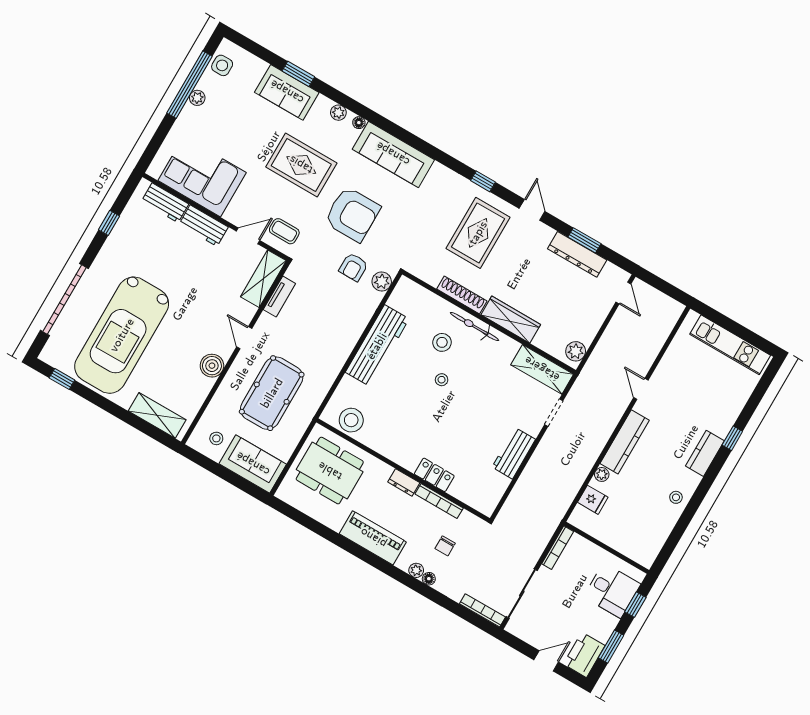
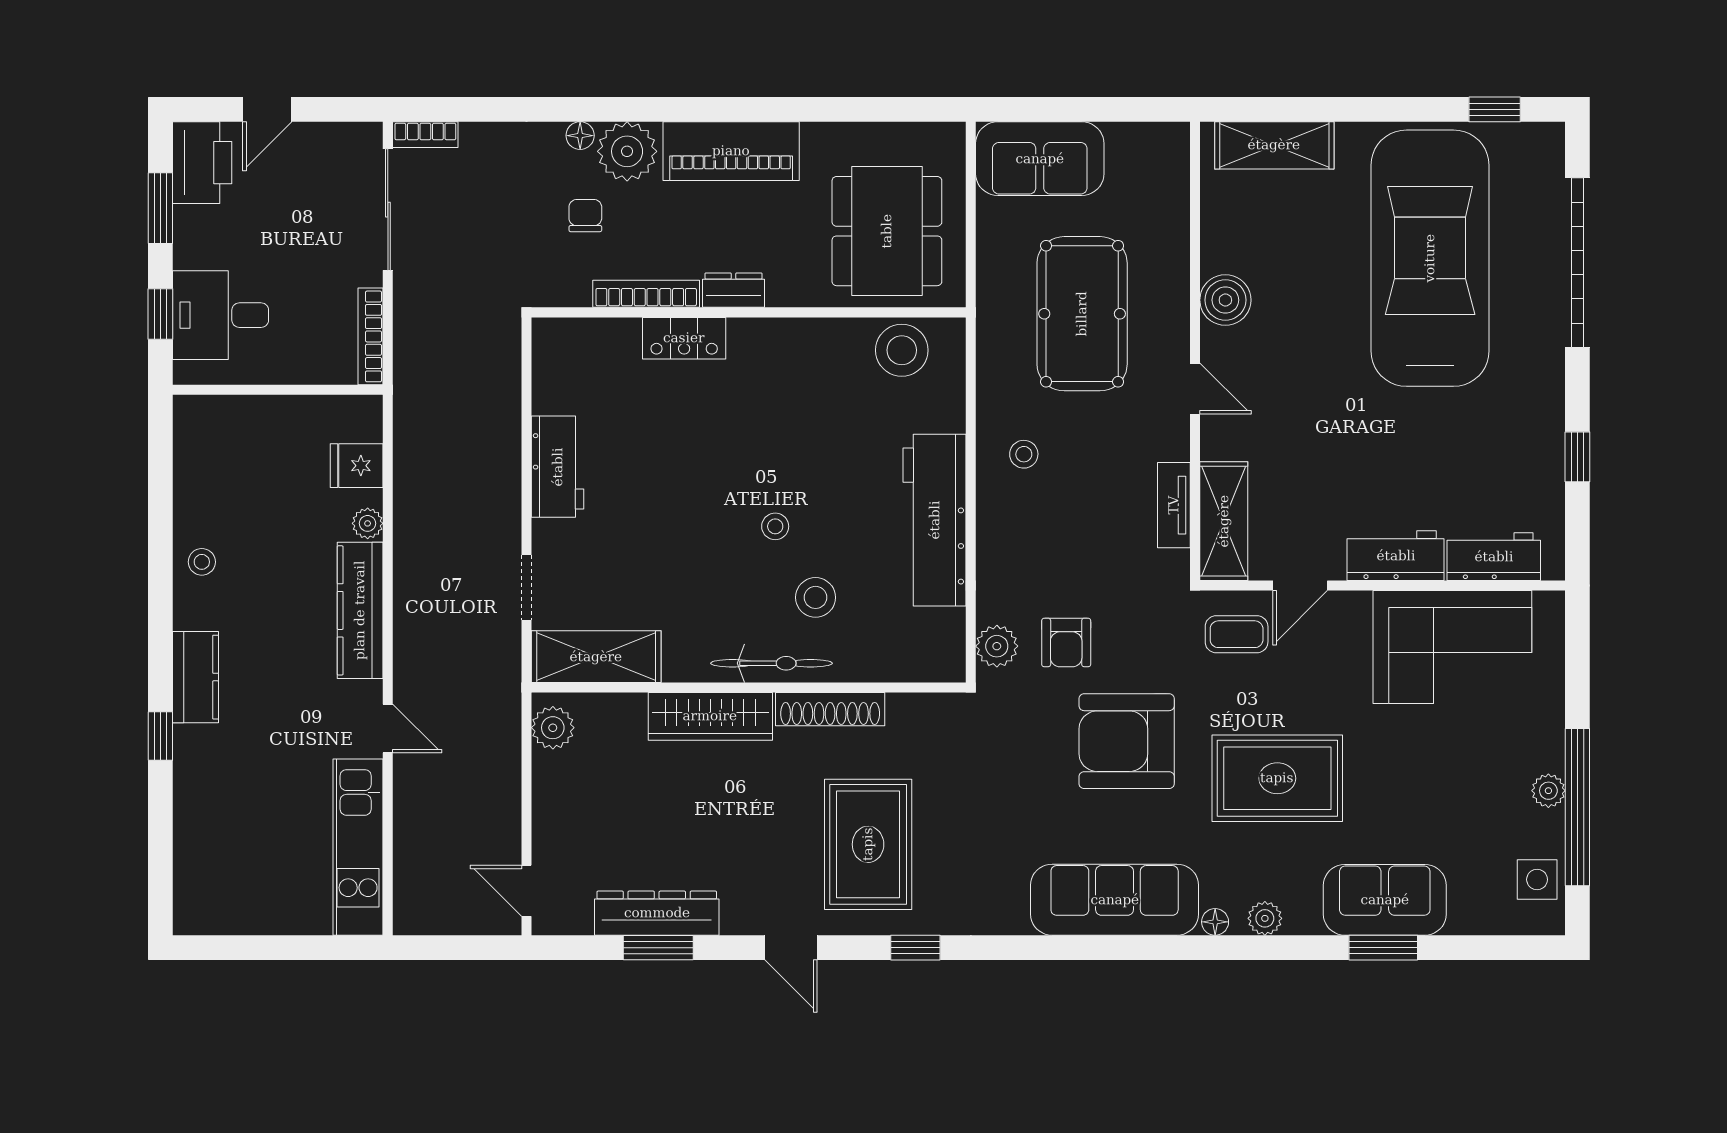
armchair: (353, 267) -> (1066, 642), turned 180
kitchen unit: (730, 345) -> (358, 847), moved, turned -90
stool: (216, 438) -> (1024, 454), moved
dining table: (330, 471) -> (887, 231), turned 90
plant: (416, 570) -> (627, 151), width x1.88, depth x1.88
bookcase: (482, 610) -> (425, 135), width x0.64

